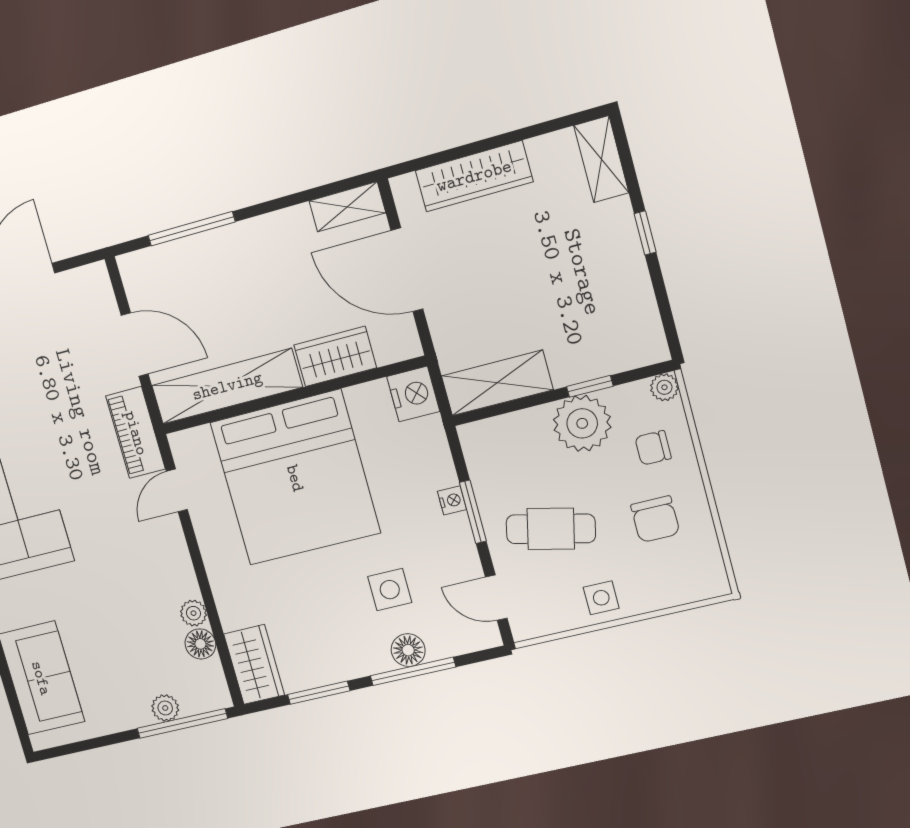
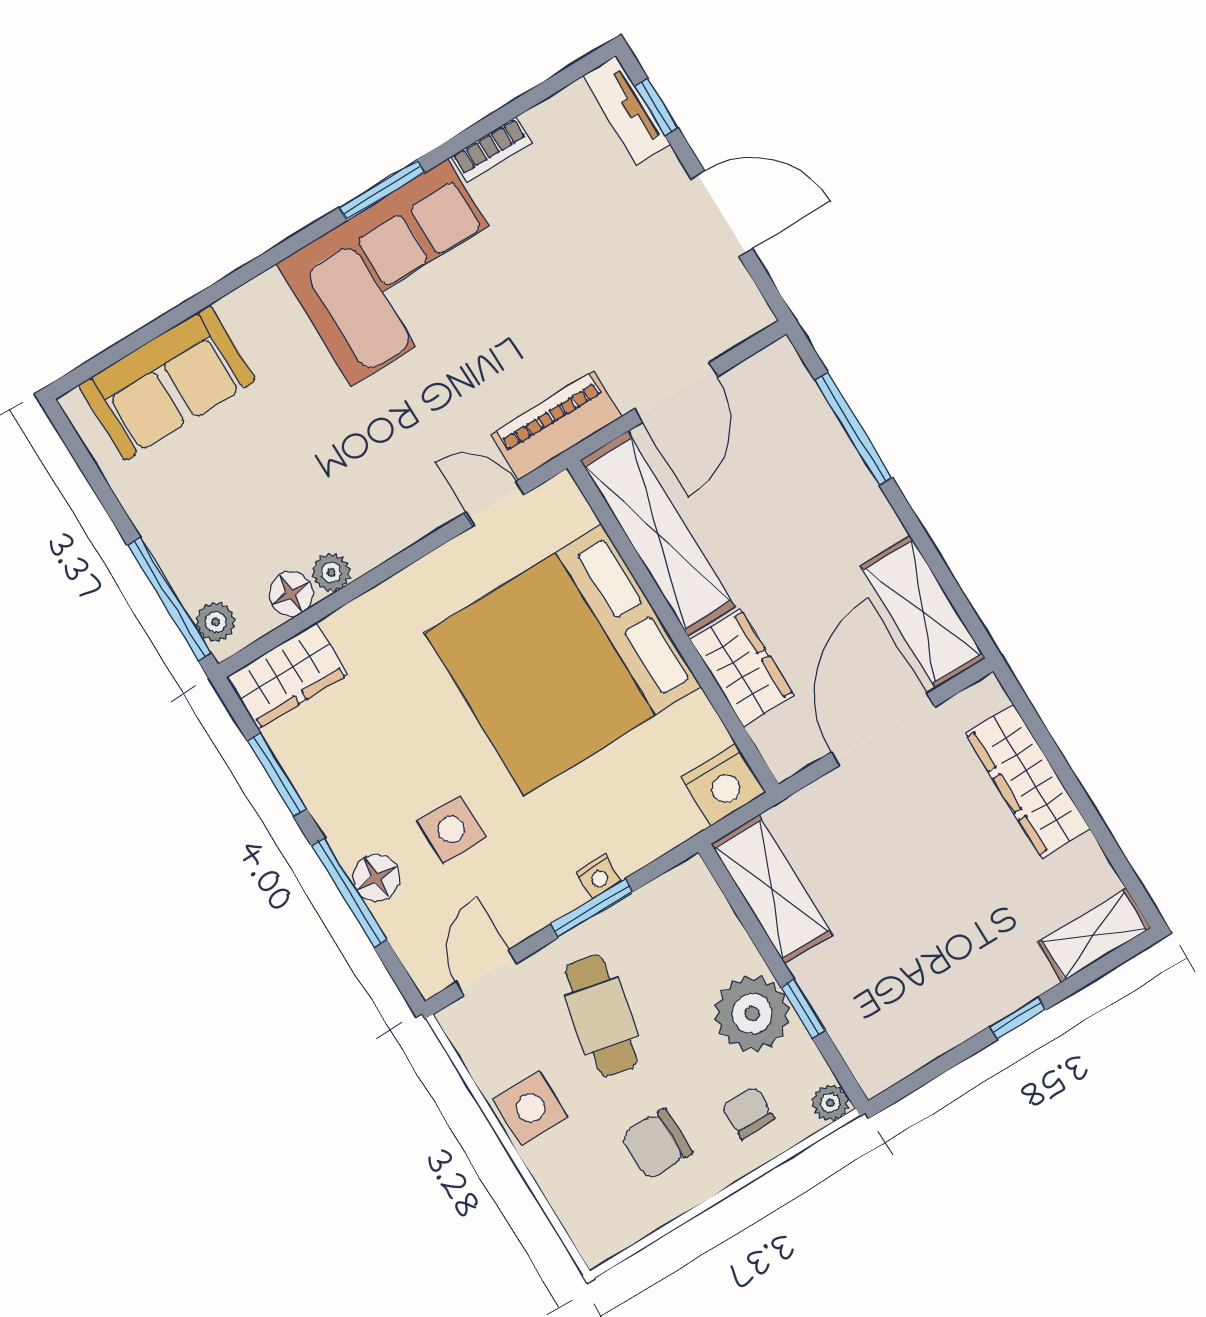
shelving: (347, 207) -> (923, 612), width x1.50, depth x1.33
side table: (601, 598) -> (531, 1108), width x1.37, depth x1.37
plant: (165, 708) -> (216, 622), moved

